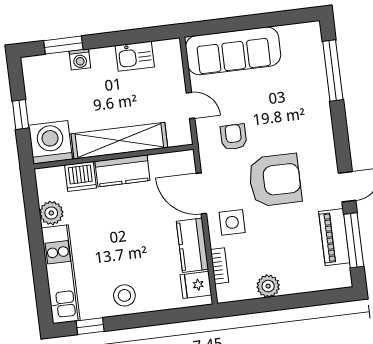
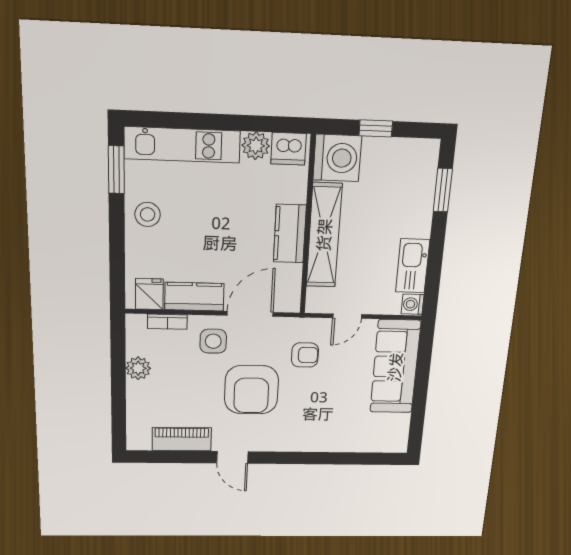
kitchen sink: (135, 56) -> (413, 266), width x1.38
washing machine: (80, 59) -> (413, 304), moved
window: (333, 71) -> (354, 458), removed
dishwasher: (81, 176) -> (289, 149), moved, turned -90
window: (354, 240) -> (175, 457), removed
window: (90, 326) -> (116, 170), width x1.50

